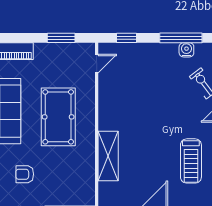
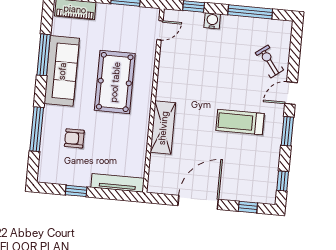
water cooler: (186, 50) -> (212, 21), moved
treadmill: (191, 161) -> (240, 122), moved, turned 90

